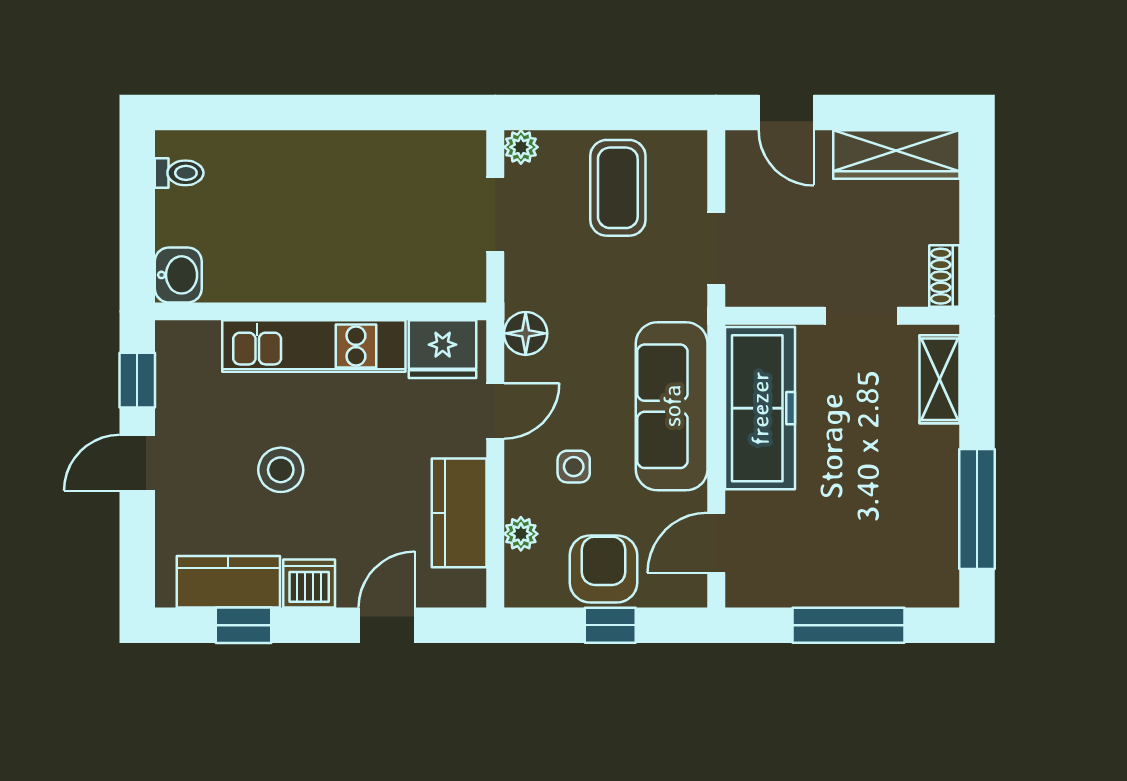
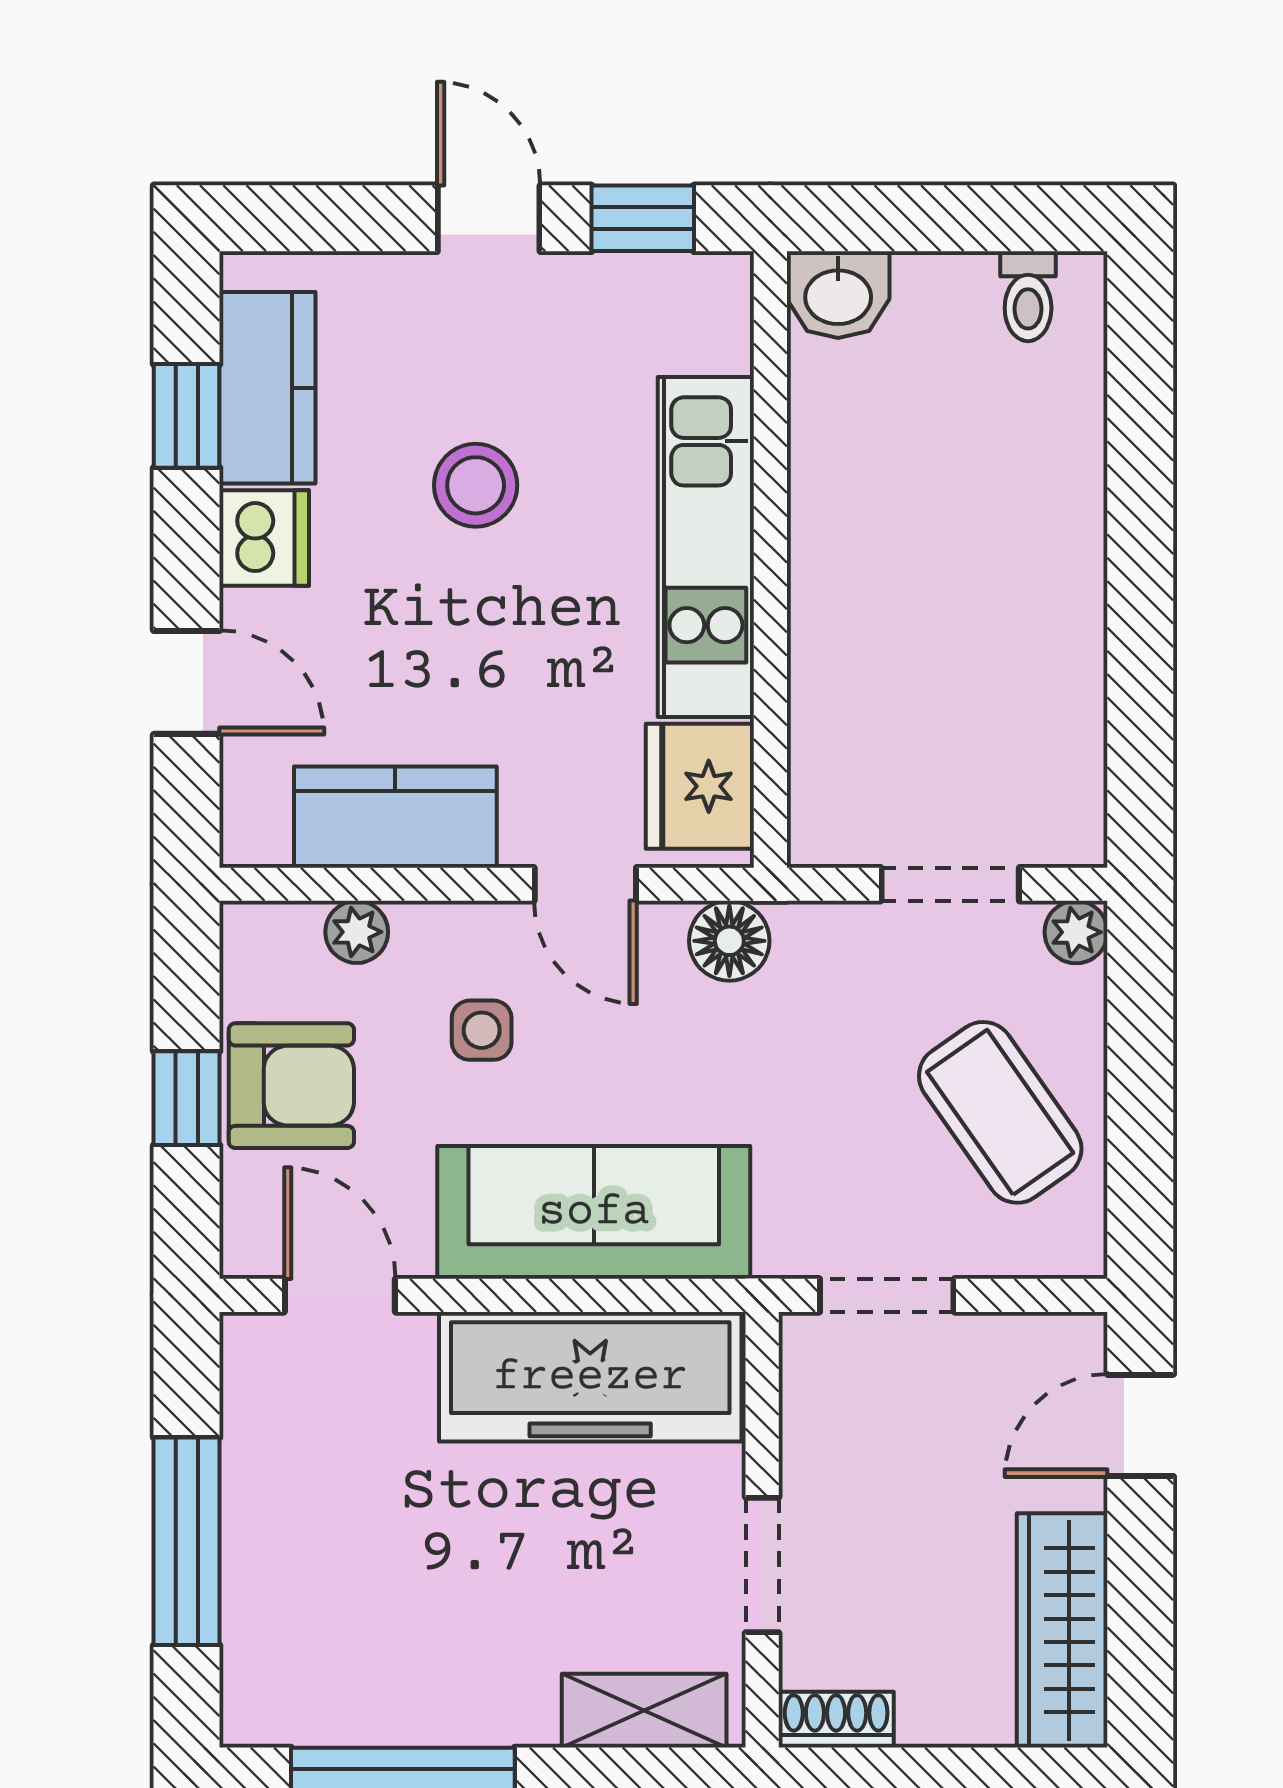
coffee table: (618, 188) -> (1000, 1112), turned 55

